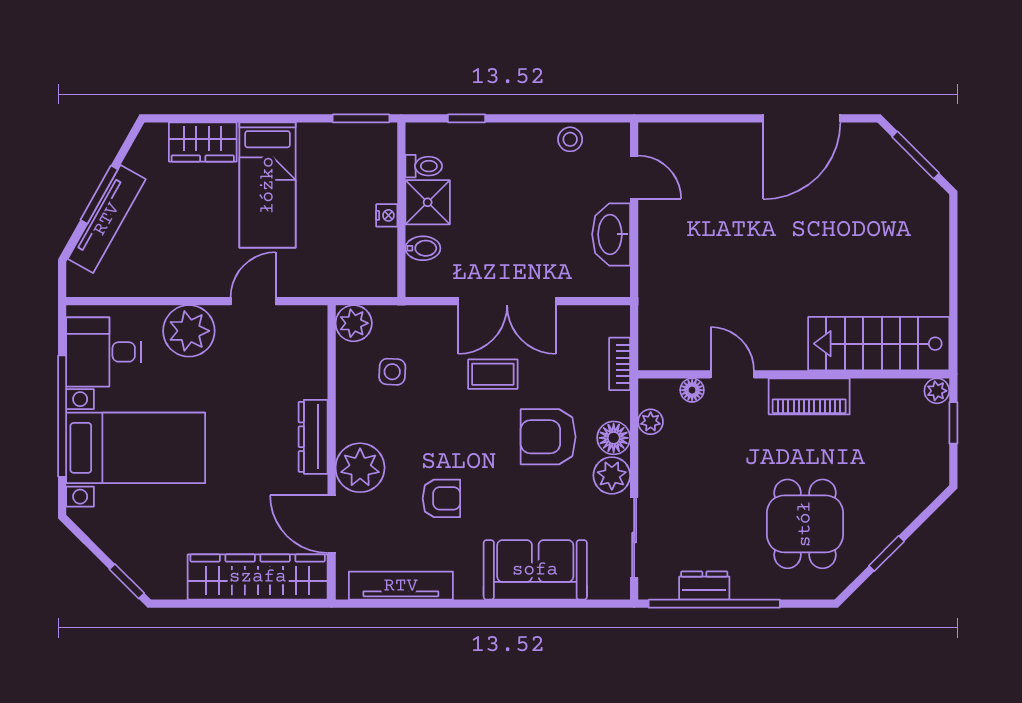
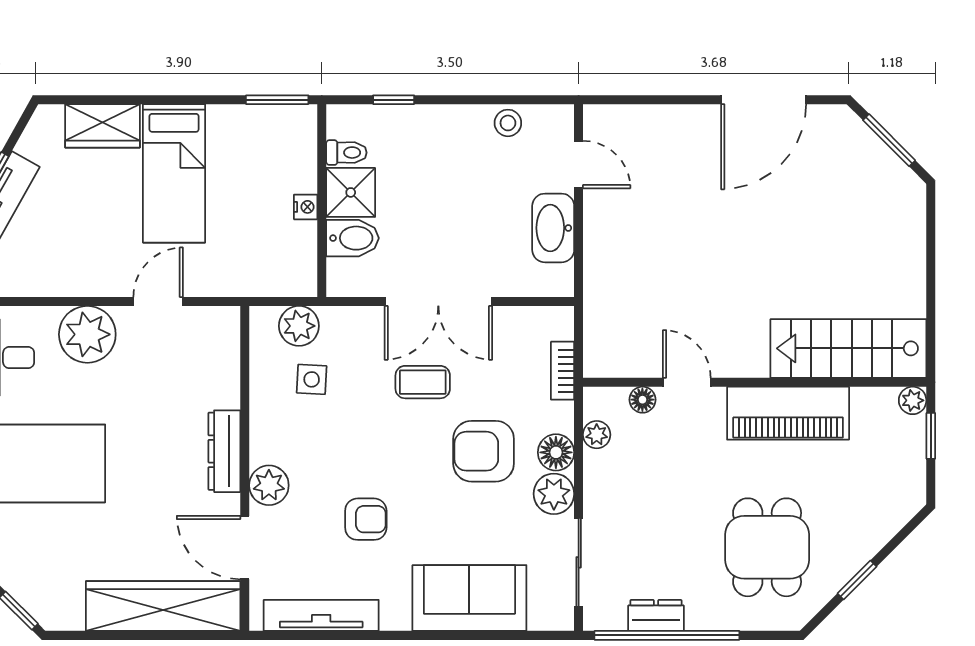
bidet: (423, 248) -> (352, 238), width x1.38, depth x1.36
plant: (354, 323) -> (299, 326), moved
piano: (809, 396) -> (788, 413), width x1.37, depth x1.33
plant: (360, 468) -> (269, 485), width x0.73, depth x0.73

